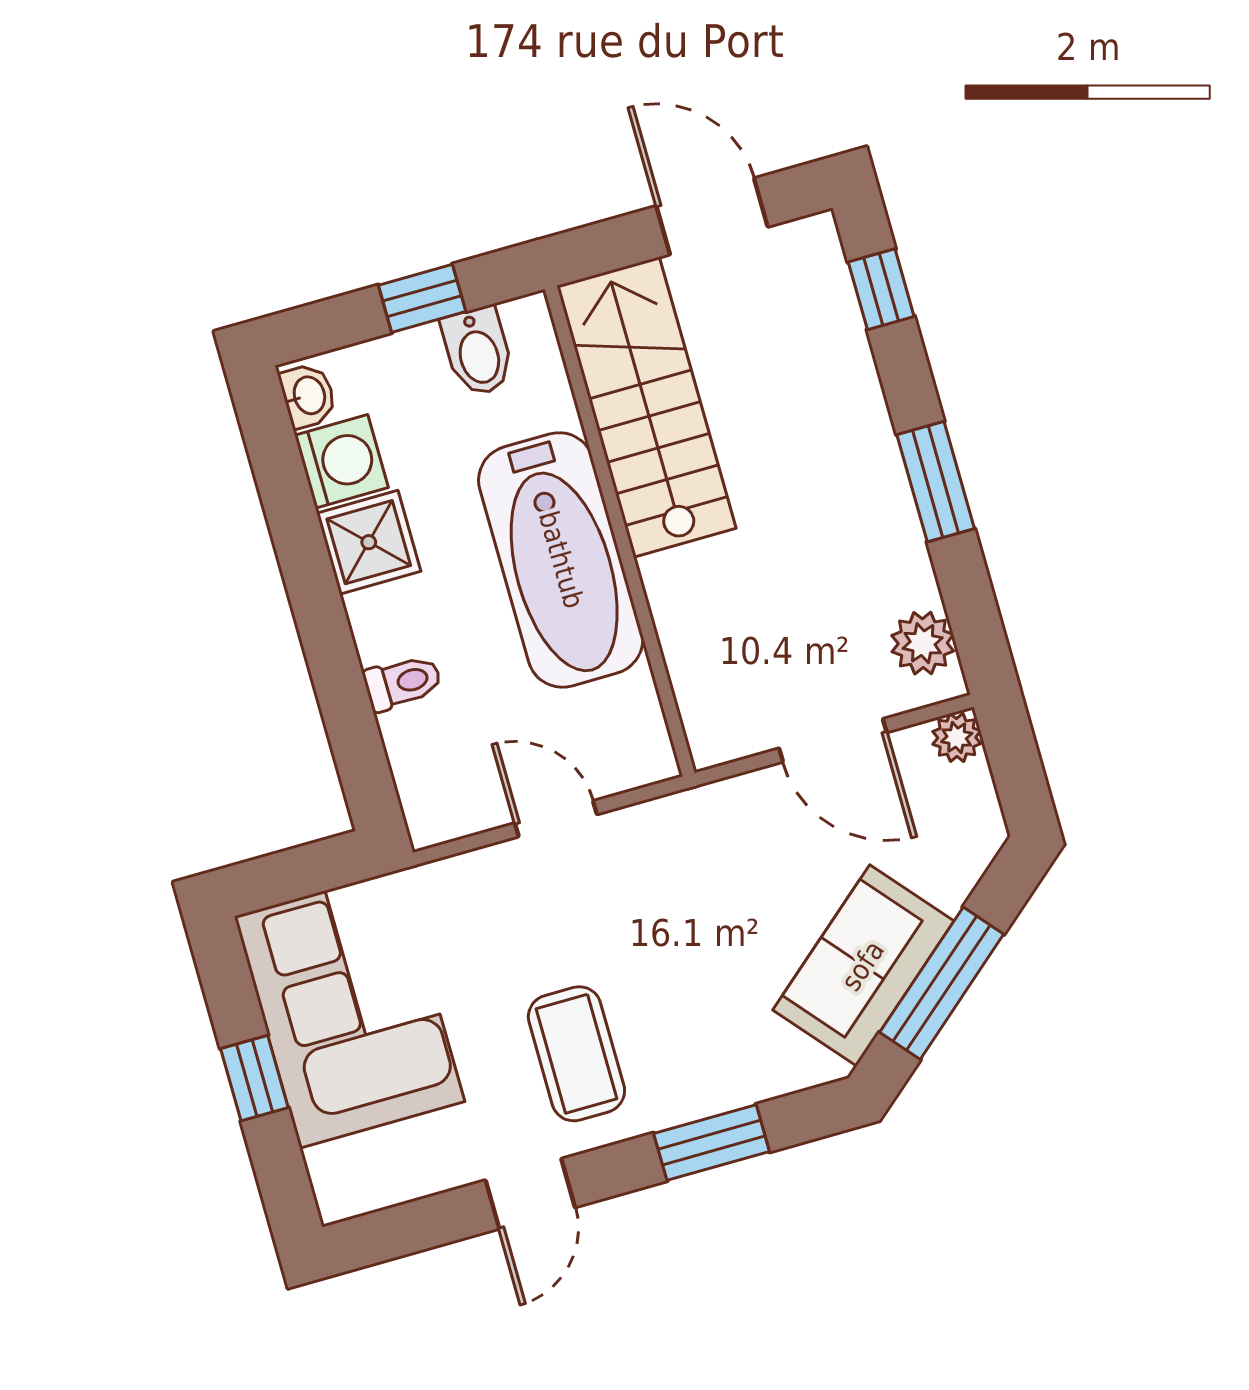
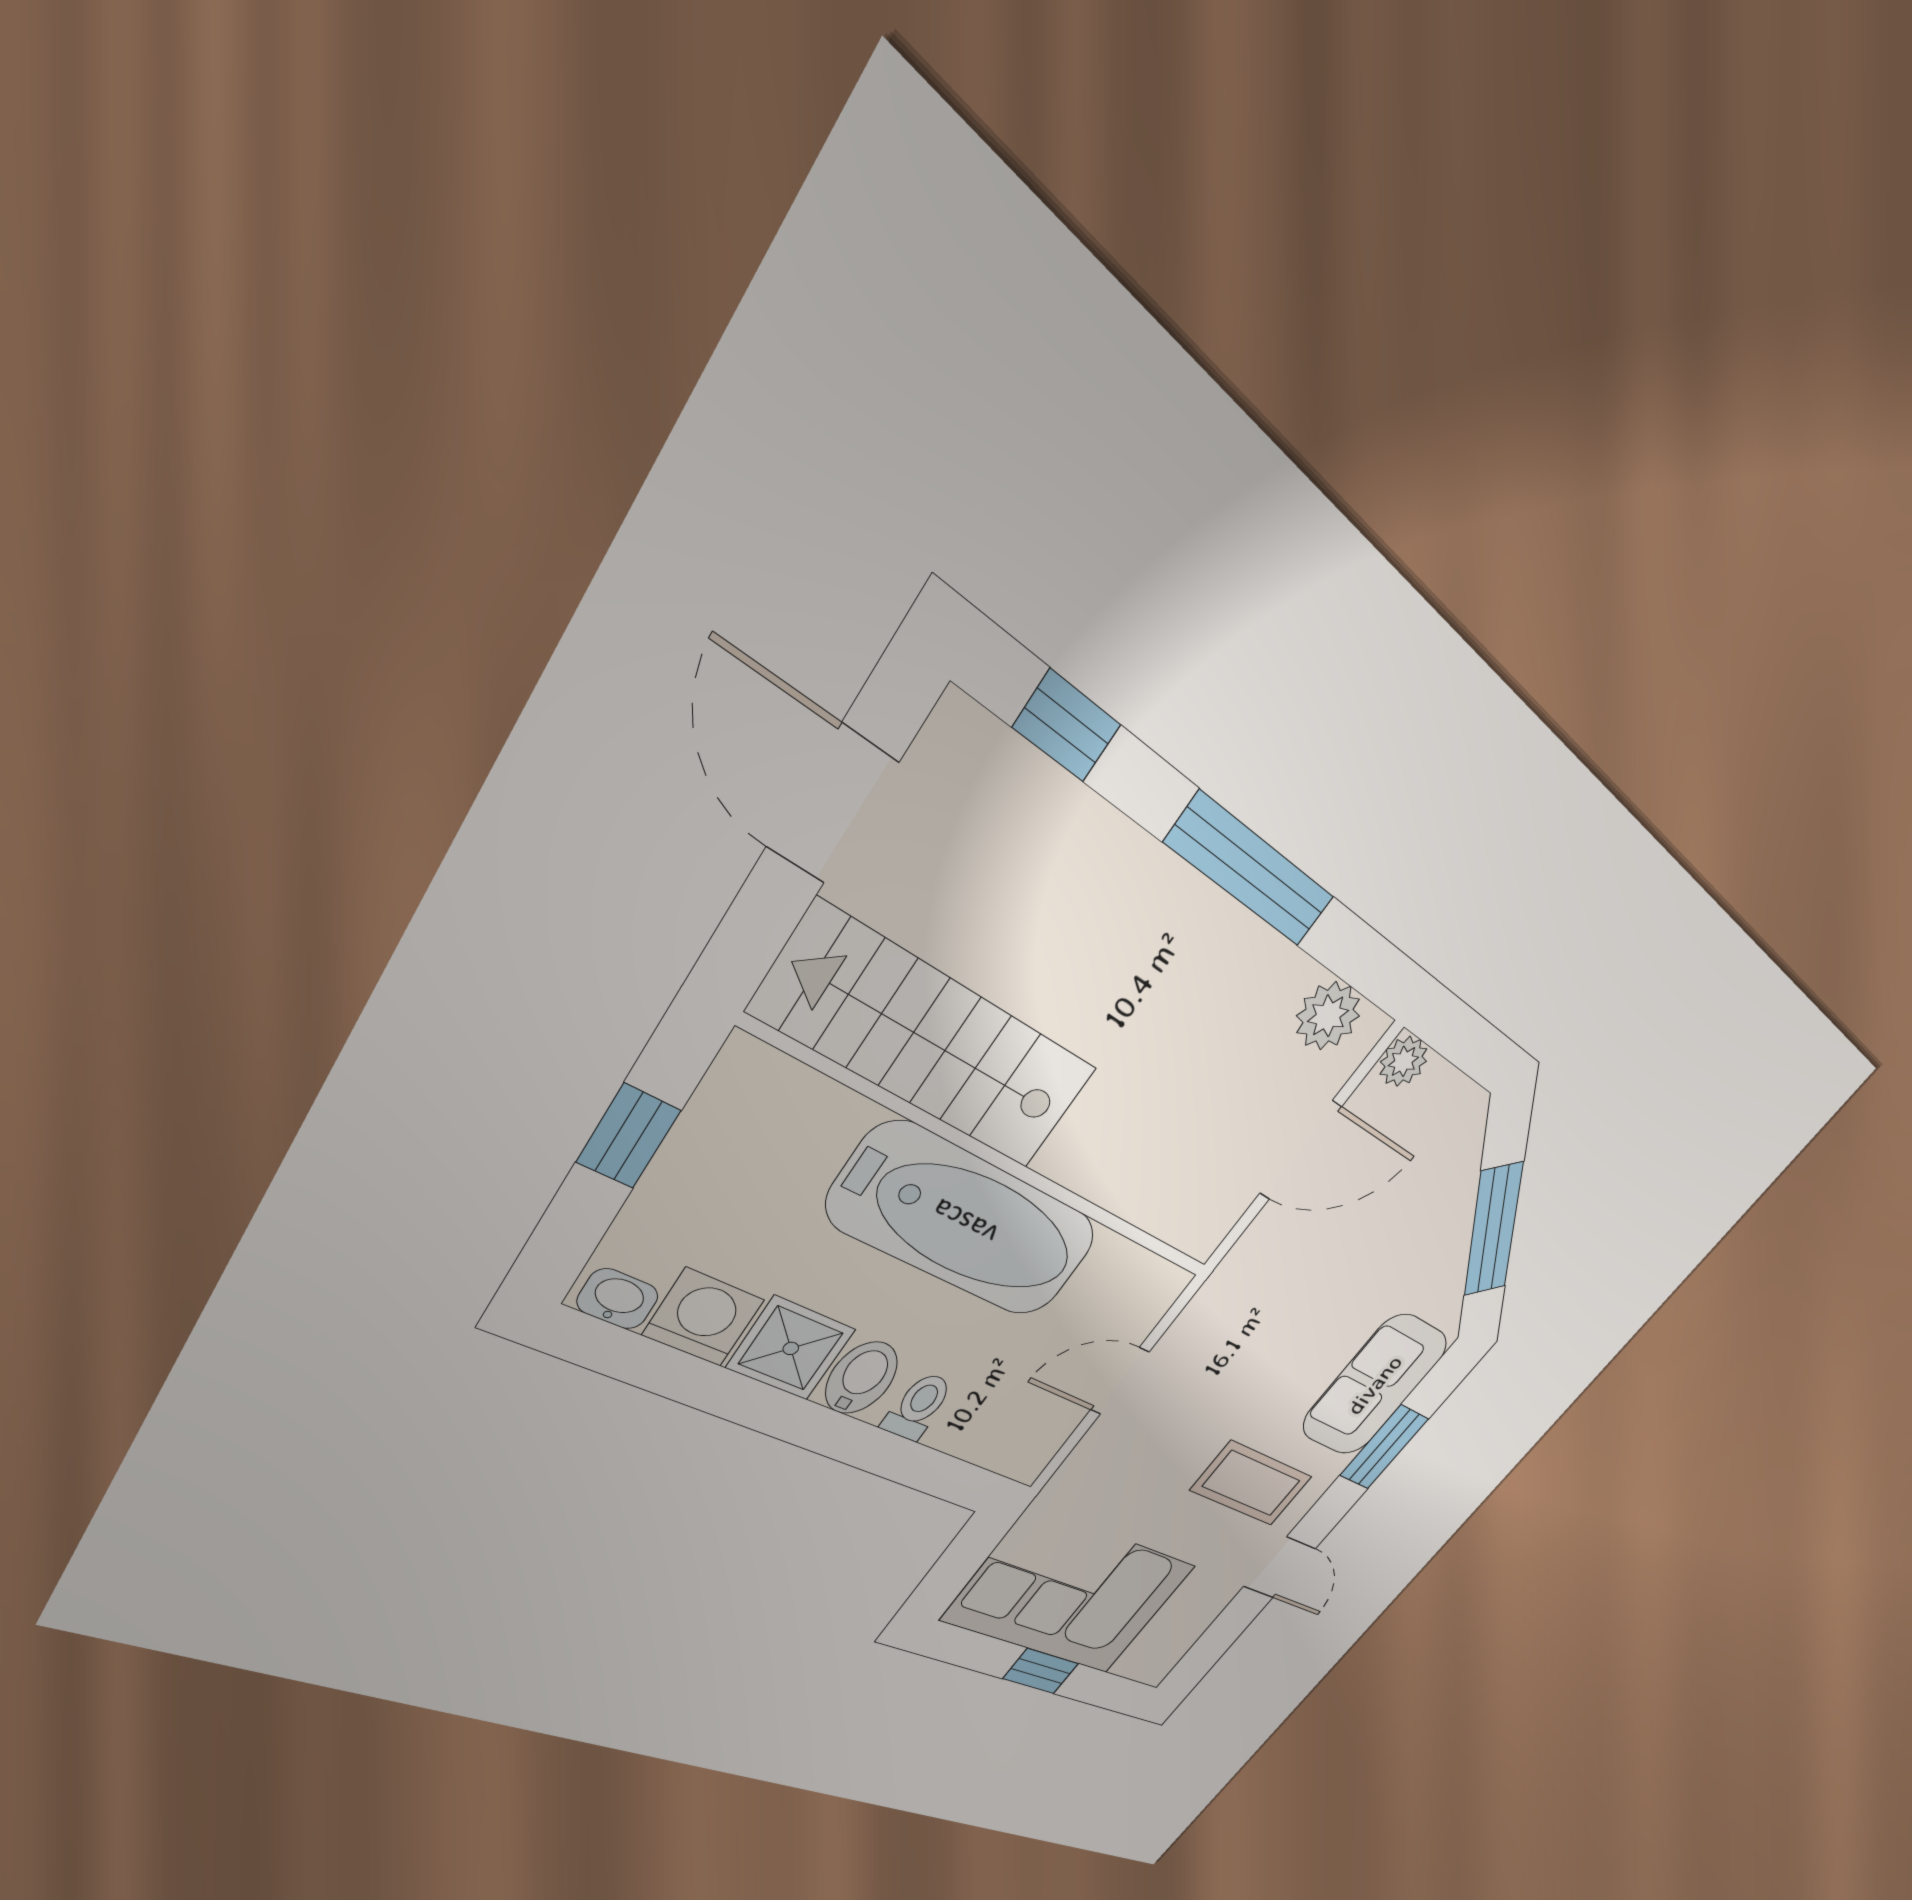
door: (712, 216) -> (832, 805), hinge flipped
bidet: (478, 351) -> (861, 1378), moved, turned -90
window: (936, 482) -> (1250, 870), width x1.44
sofa: (863, 966) -> (1375, 1385), moved, turned 40

